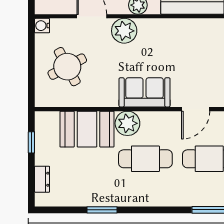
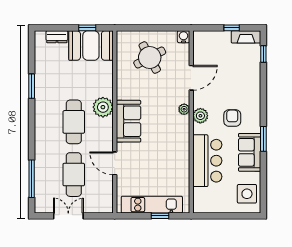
plant: (124, 31) -> (184, 109), width x0.53, depth x0.53
booth: (87, 129) -> (91, 46), moved, turned 90

